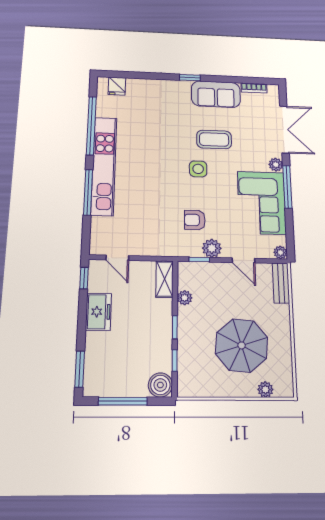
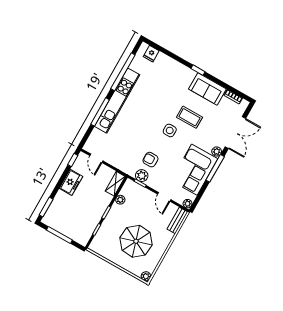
plant: (212, 248) -> (142, 176), moved
boiler: (160, 385) -> (83, 238), removed
plant: (265, 390) -> (146, 276), moved

